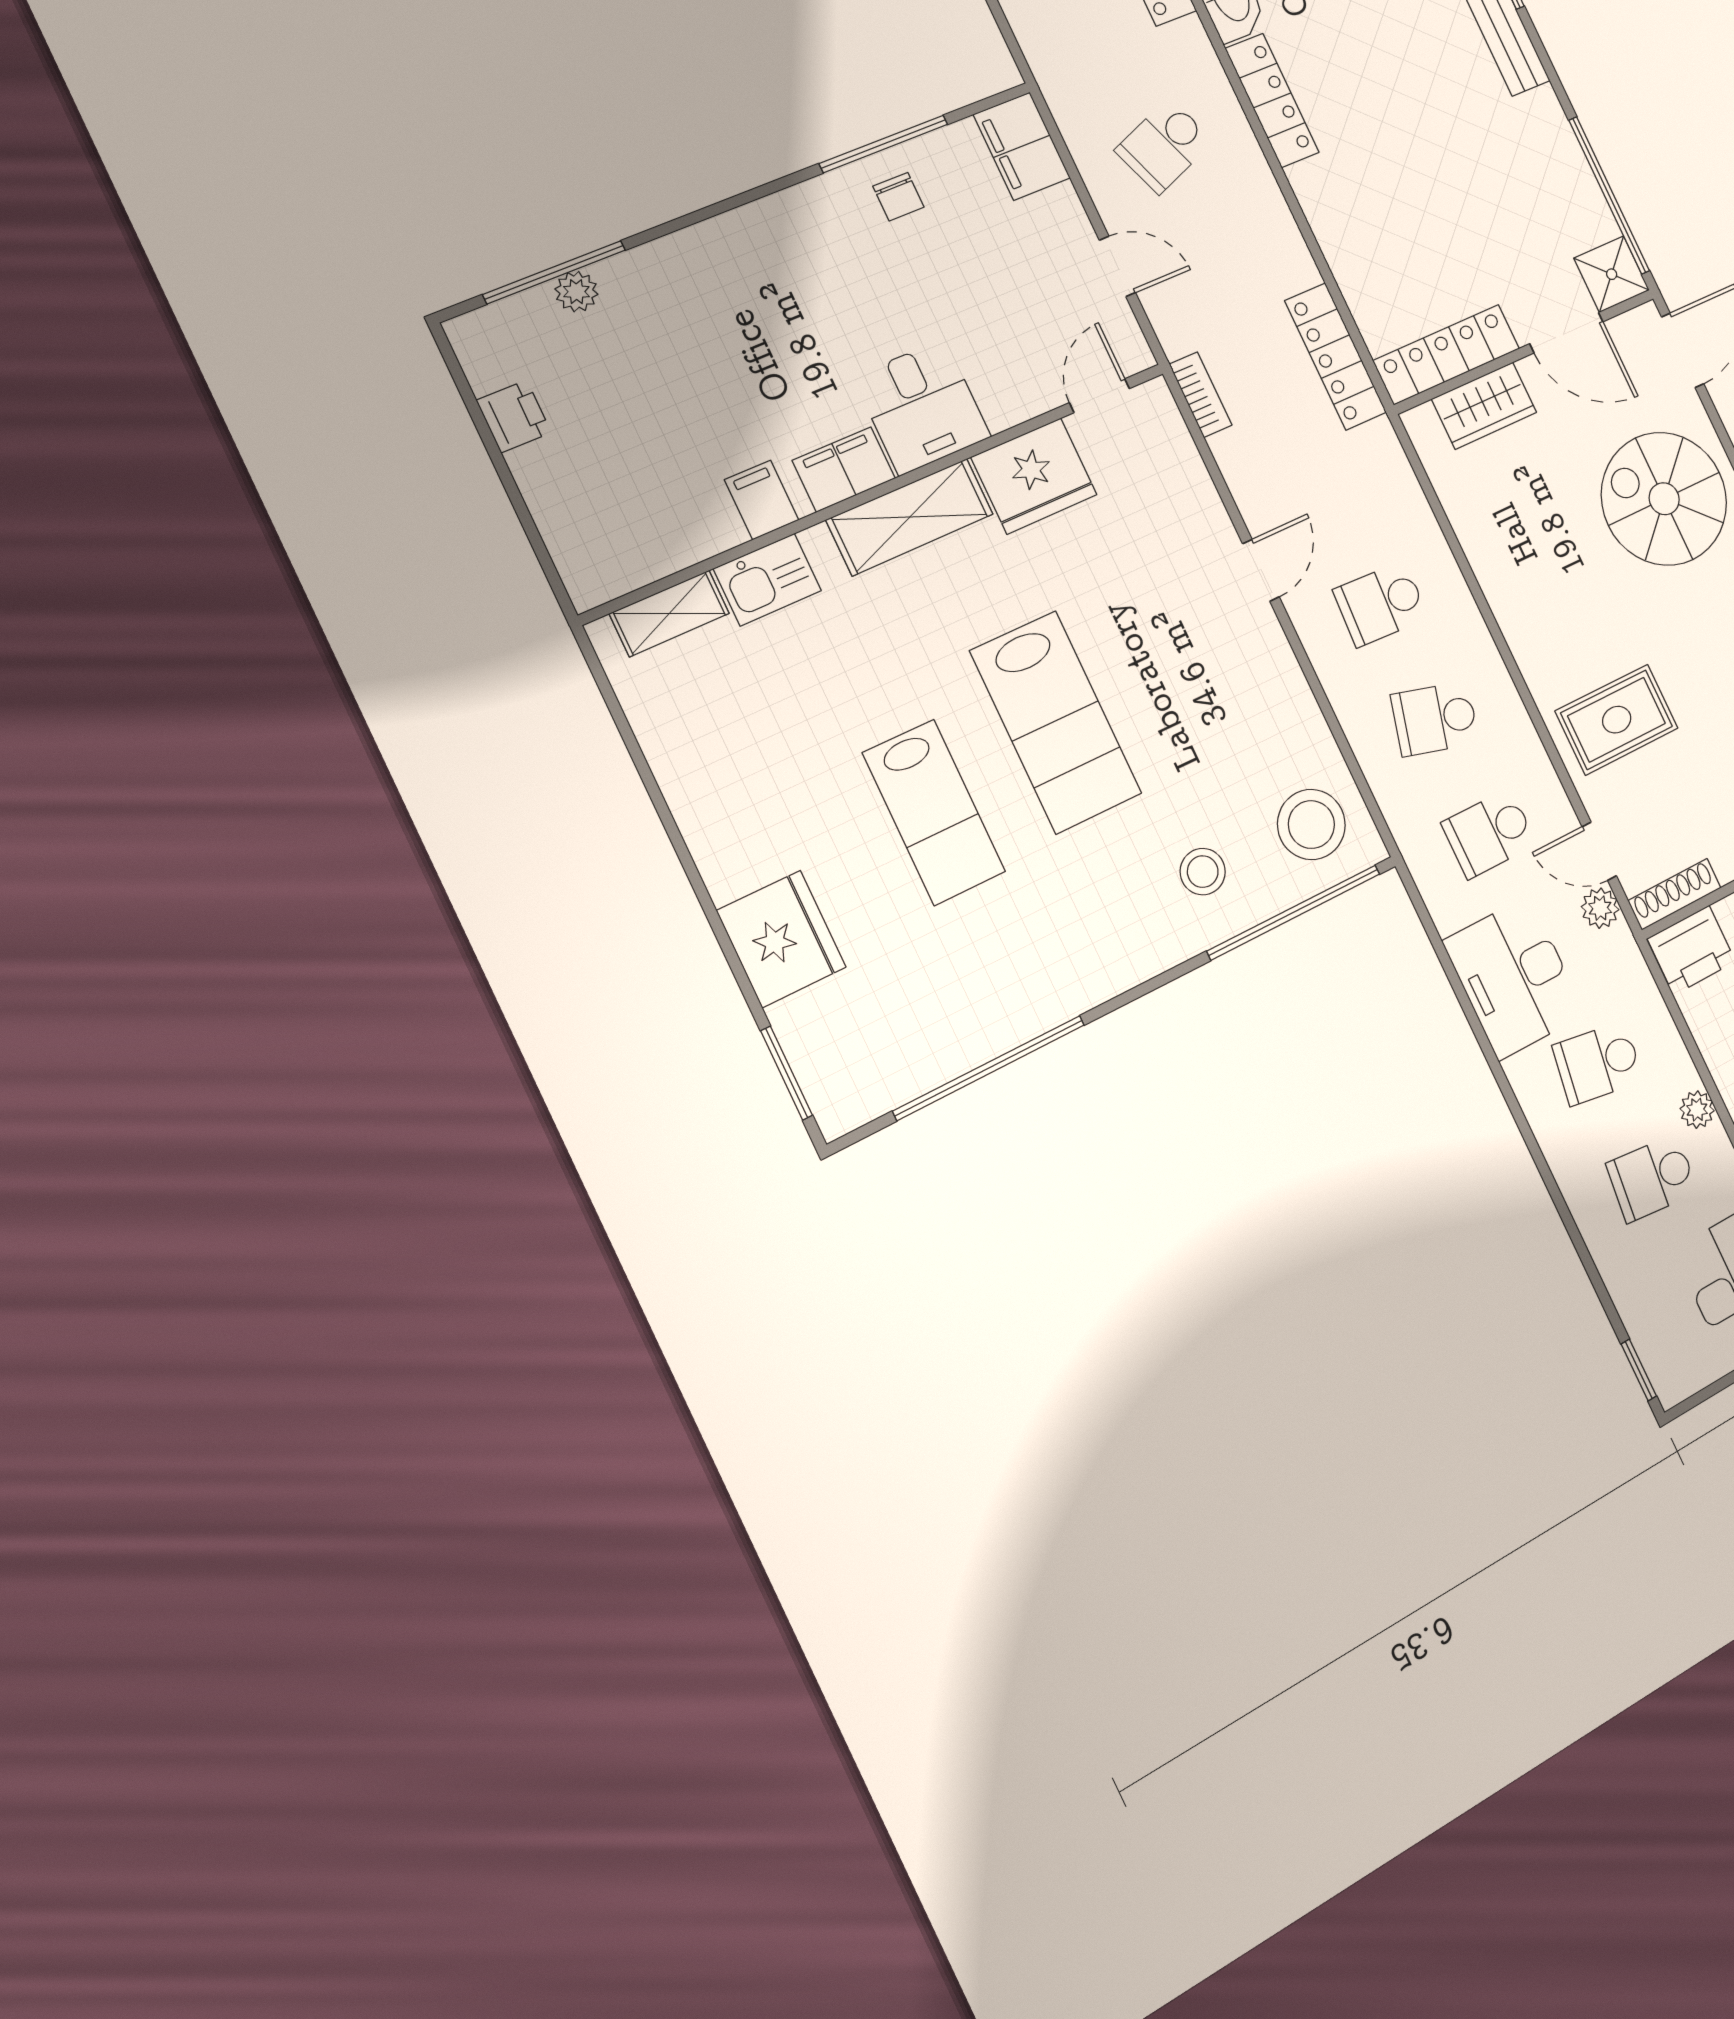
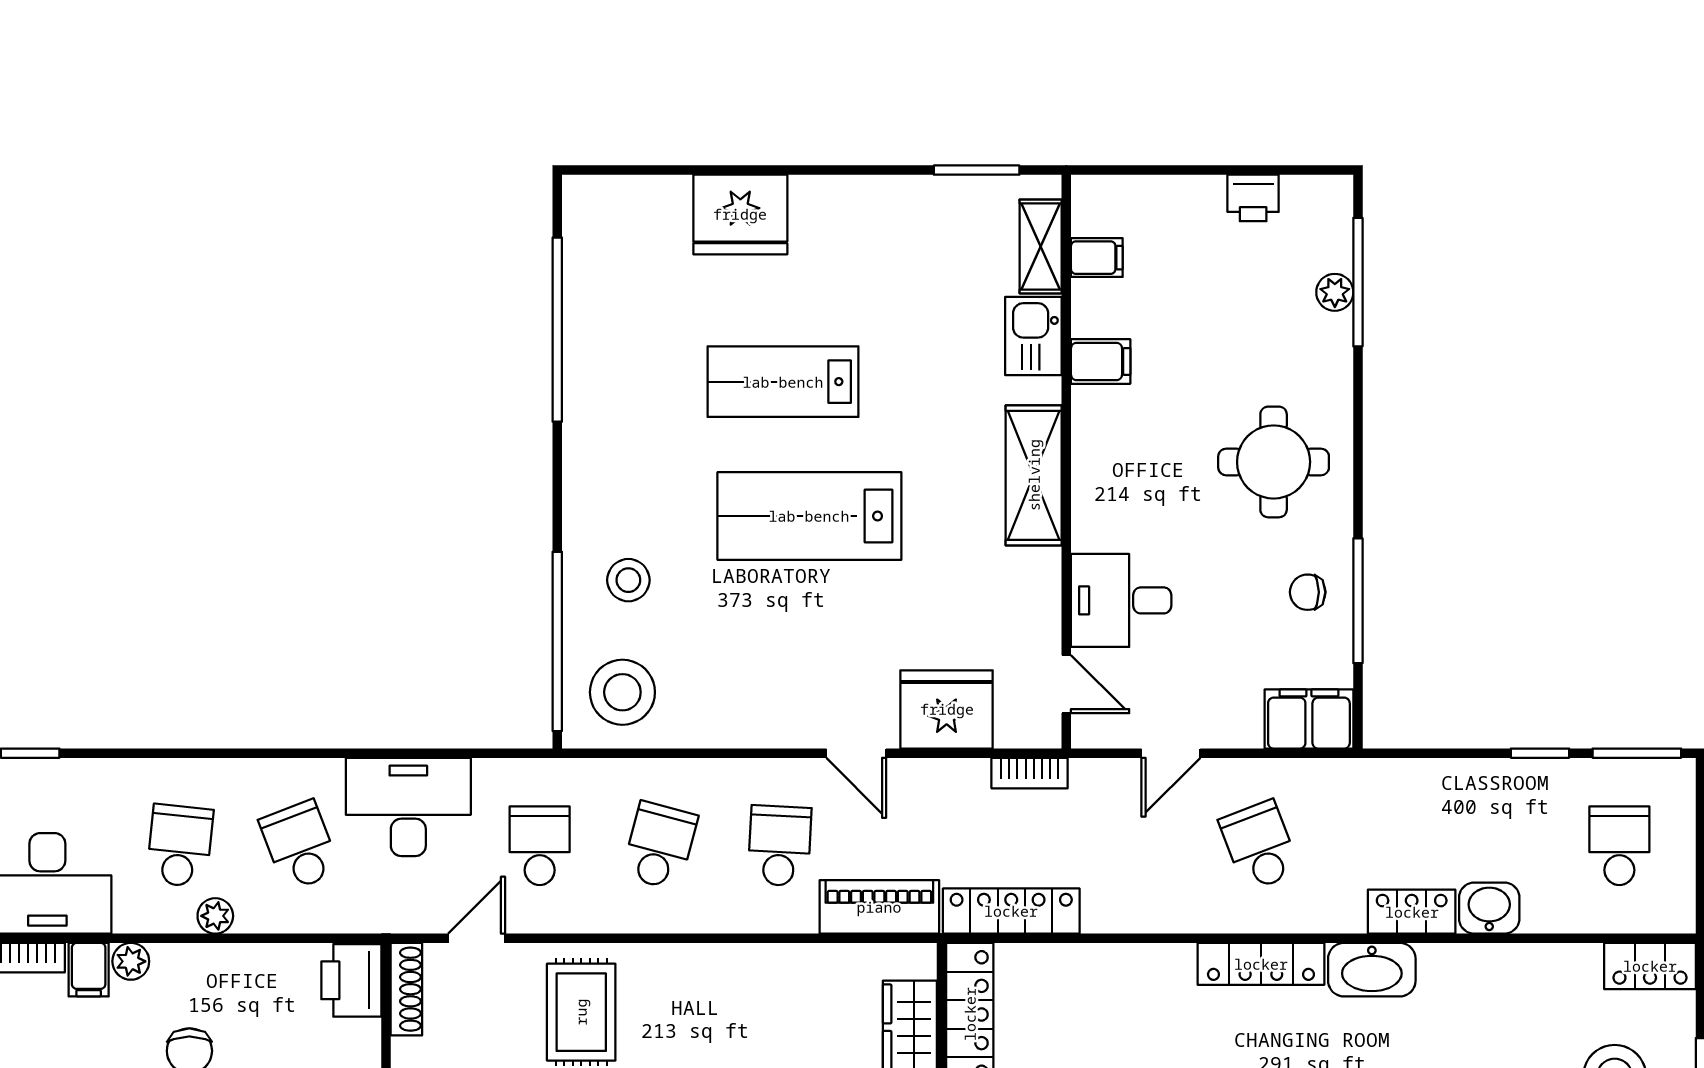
round table: (783, 283) -> (1274, 462), added
desk: (922, 407) -> (1121, 600), moved
filing cabinet: (844, 469) -> (1097, 258), moved, width x0.50
fridge: (1034, 476) -> (947, 709), moved, turned 90
piano: (1391, 483) -> (879, 907), added
plant: (1600, 908) -> (428, 914), removed
school desk: (1598, 1063) -> (300, 846), turned -30
window: (787, 1073) -> (977, 170), moved

